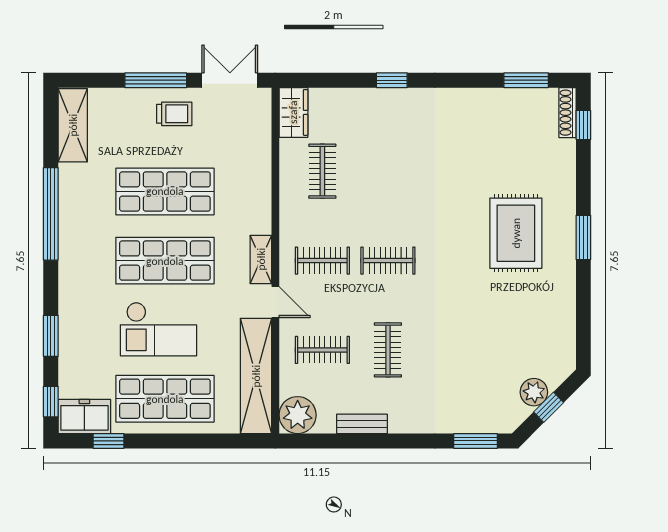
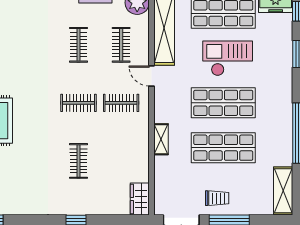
trolley: (174, 114) -> (217, 198), turned 180
clothes rail: (322, 171) -> (79, 161), moved
shelving: (261, 259) -> (161, 139), moved
clothes rail: (322, 350) -> (121, 45), turned 90

